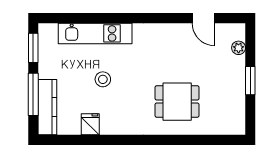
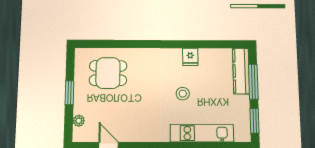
stool: (103, 79) -> (183, 94), moved
dining table: (177, 102) -> (108, 73), moved
fridge: (90, 124) -> (190, 57), moved

